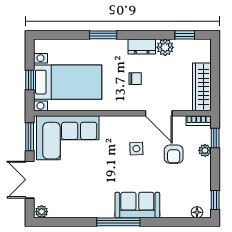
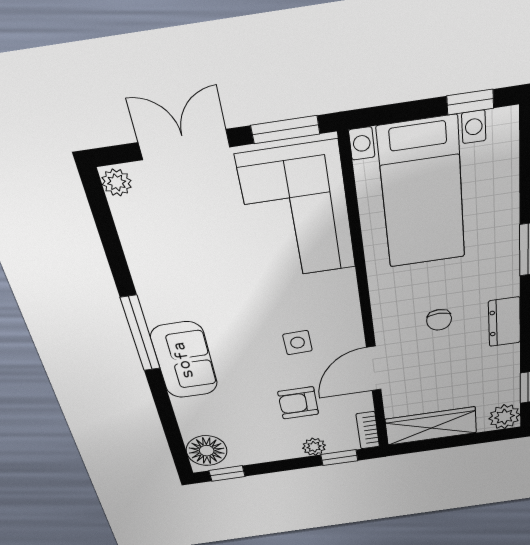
plant: (165, 47) -> (504, 417), moved
window: (30, 80) -> (470, 102), moved
floor lamp: (197, 212) -> (207, 451), width x1.89, depth x1.89

